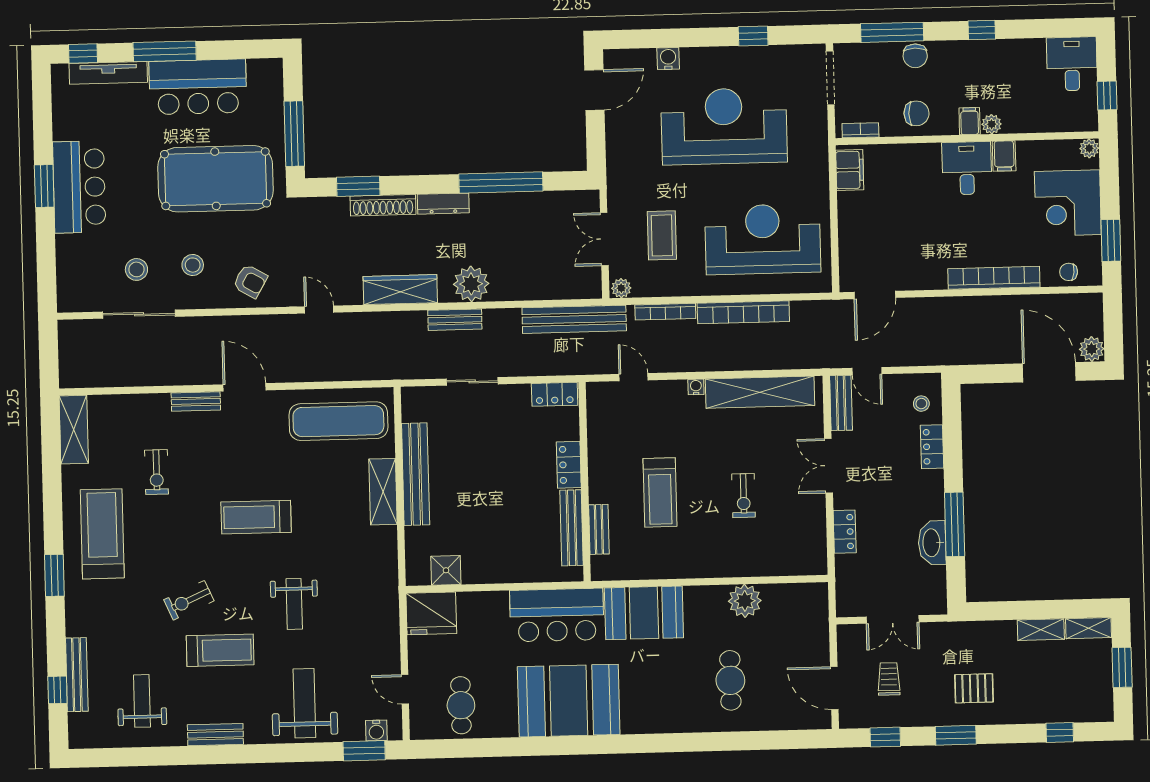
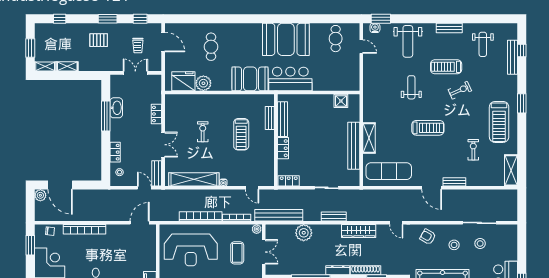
plant: (471, 284) -> (304, 233), moved
treadmill: (660, 492) -> (241, 134), turned 180
fridge: (431, 613) -> (183, 81), moved

